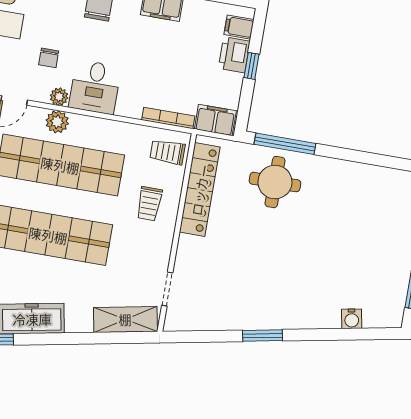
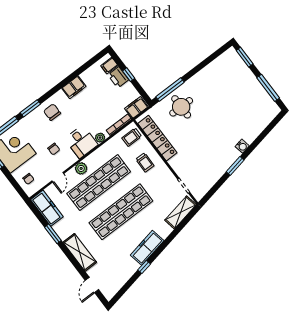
plant: (59, 97) -> (100, 138), moved
water cooler: (352, 319) -> (242, 146), moved

